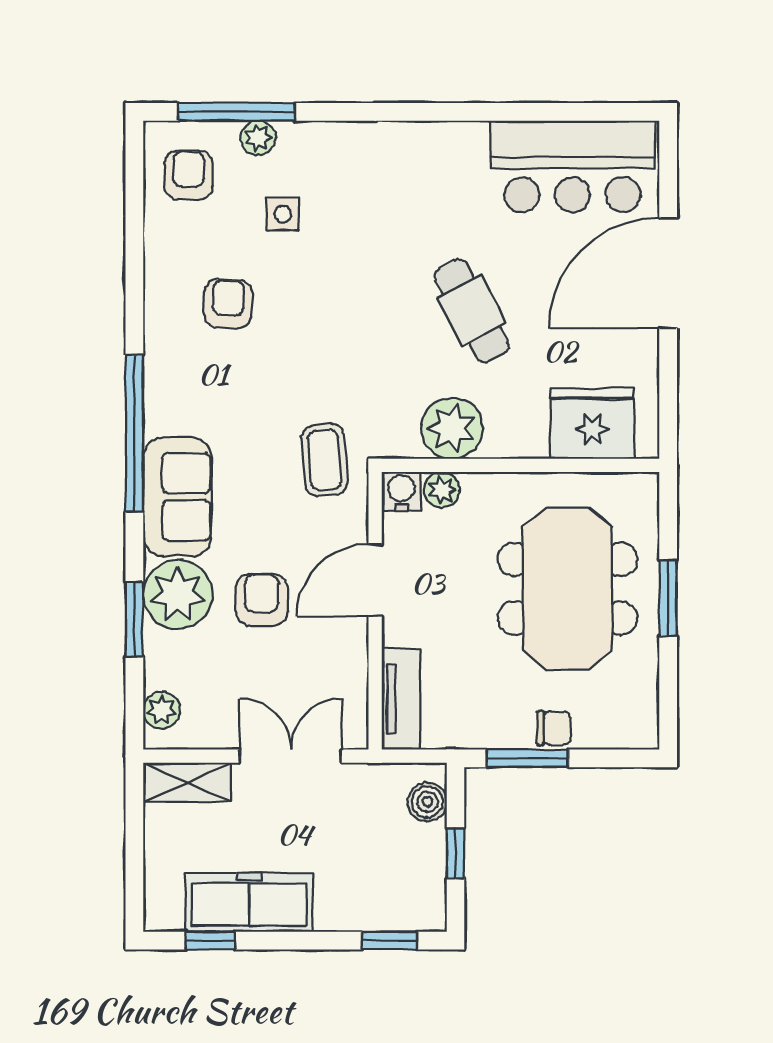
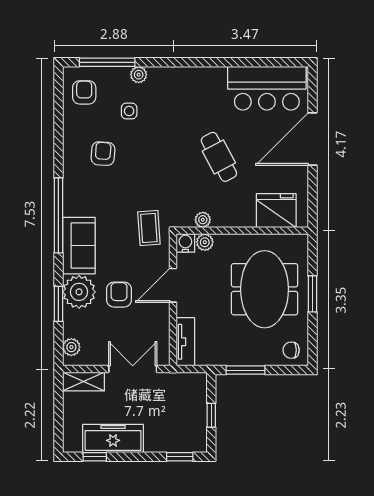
plant: (258, 138) -> (139, 75), moved
plant: (452, 428) -> (203, 220), width x0.53, depth x0.53
chair: (554, 728) -> (291, 350), moved, turned 180
boiler: (427, 802) -> (198, 391), removed

